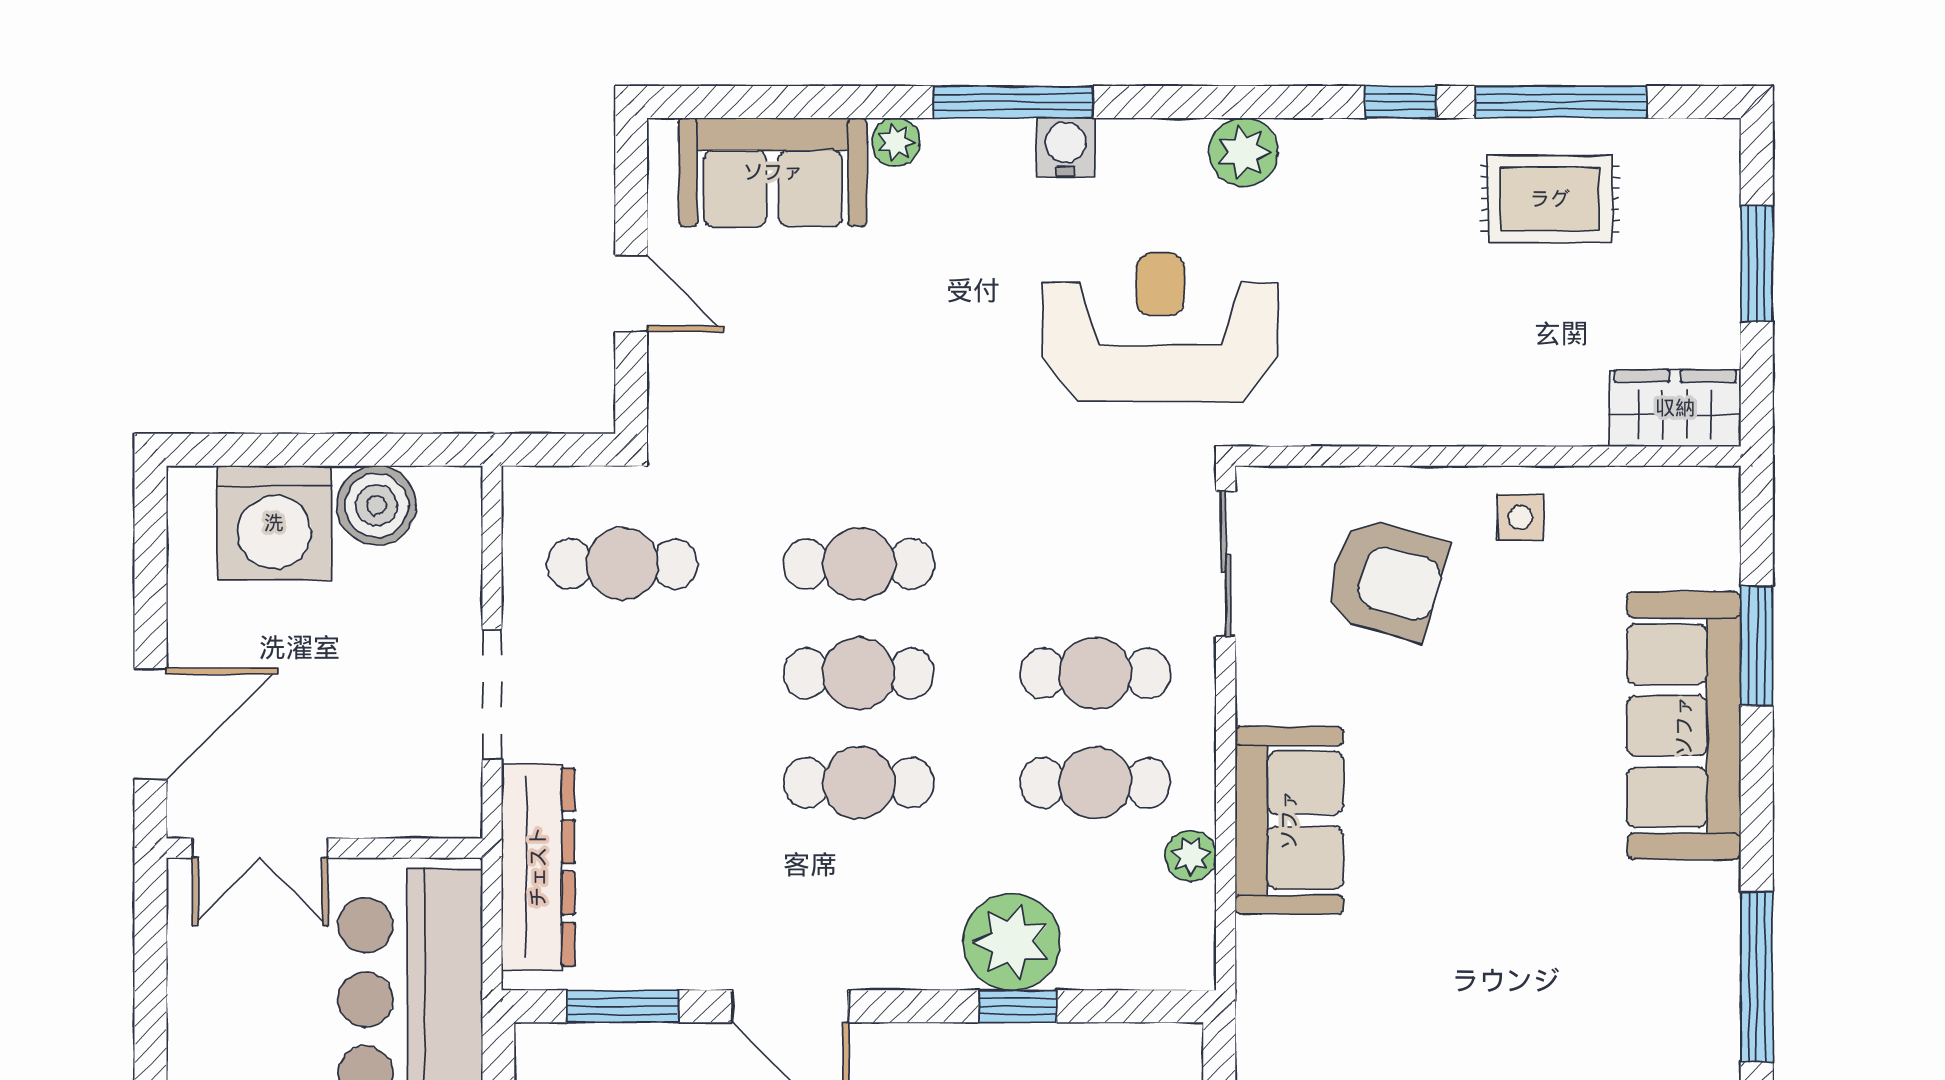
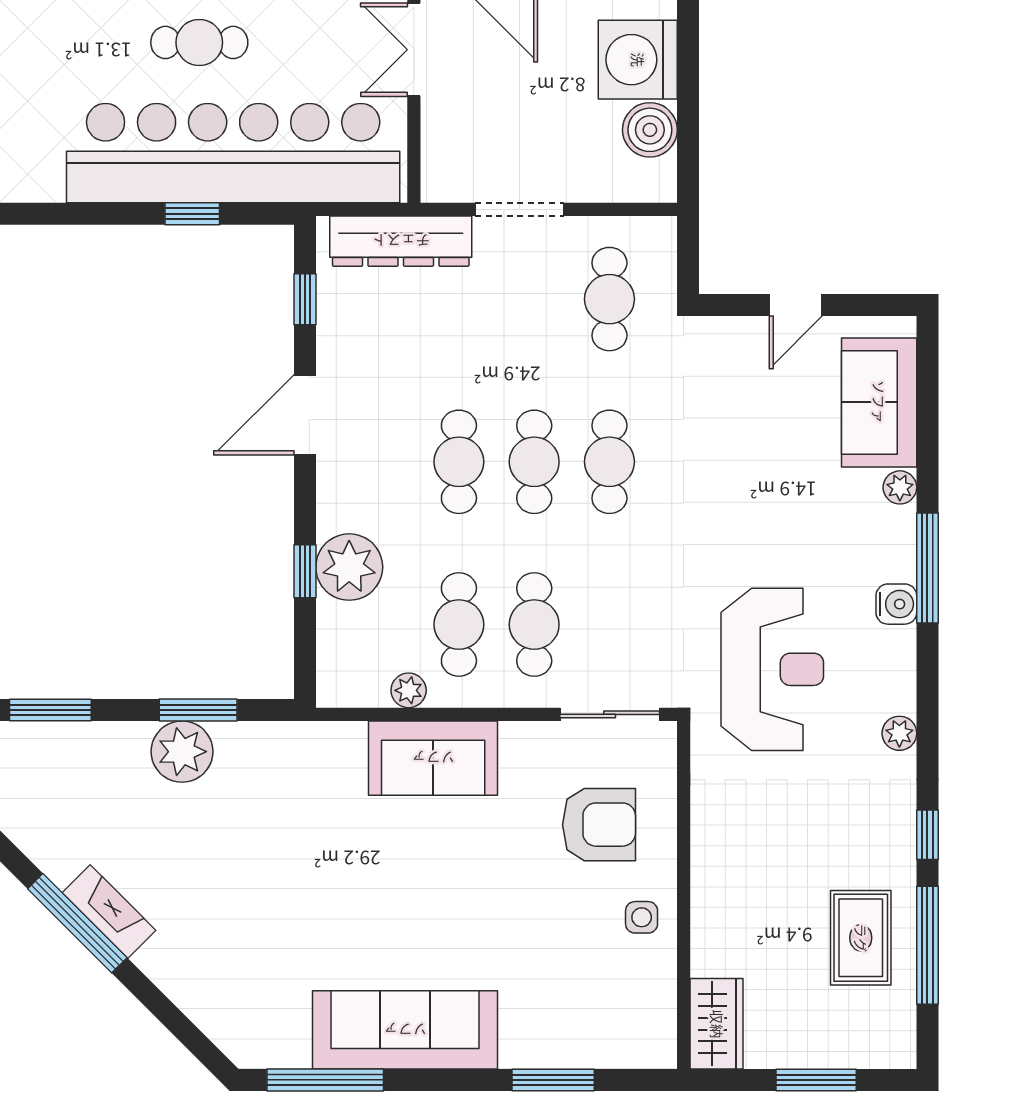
plant: (1244, 152) -> (899, 733), width x0.73, depth x0.73
armchair: (1386, 579) -> (599, 825), turned -106
sofa: (1684, 726) -> (405, 1030), moved
window: (623, 1006) -> (305, 299), width x0.67

